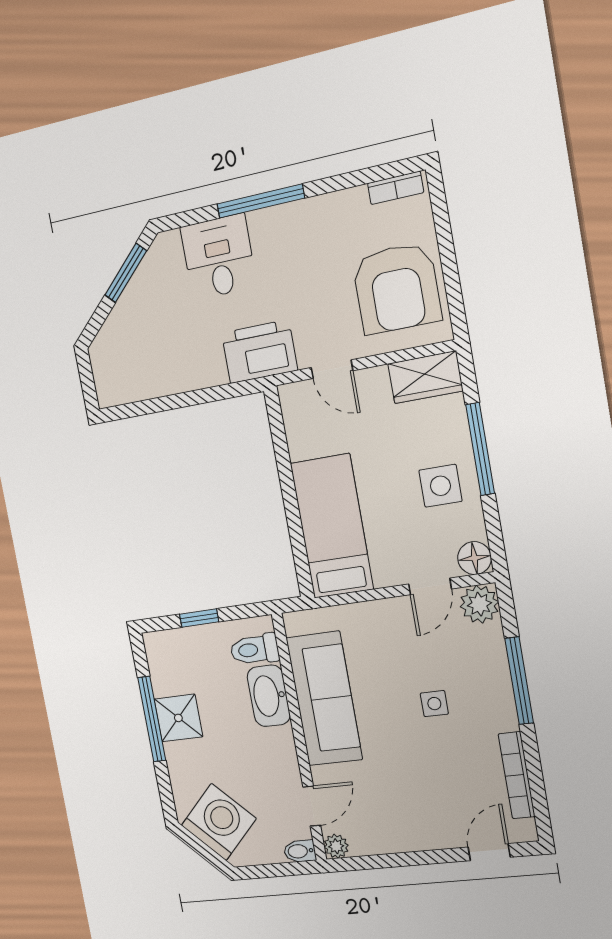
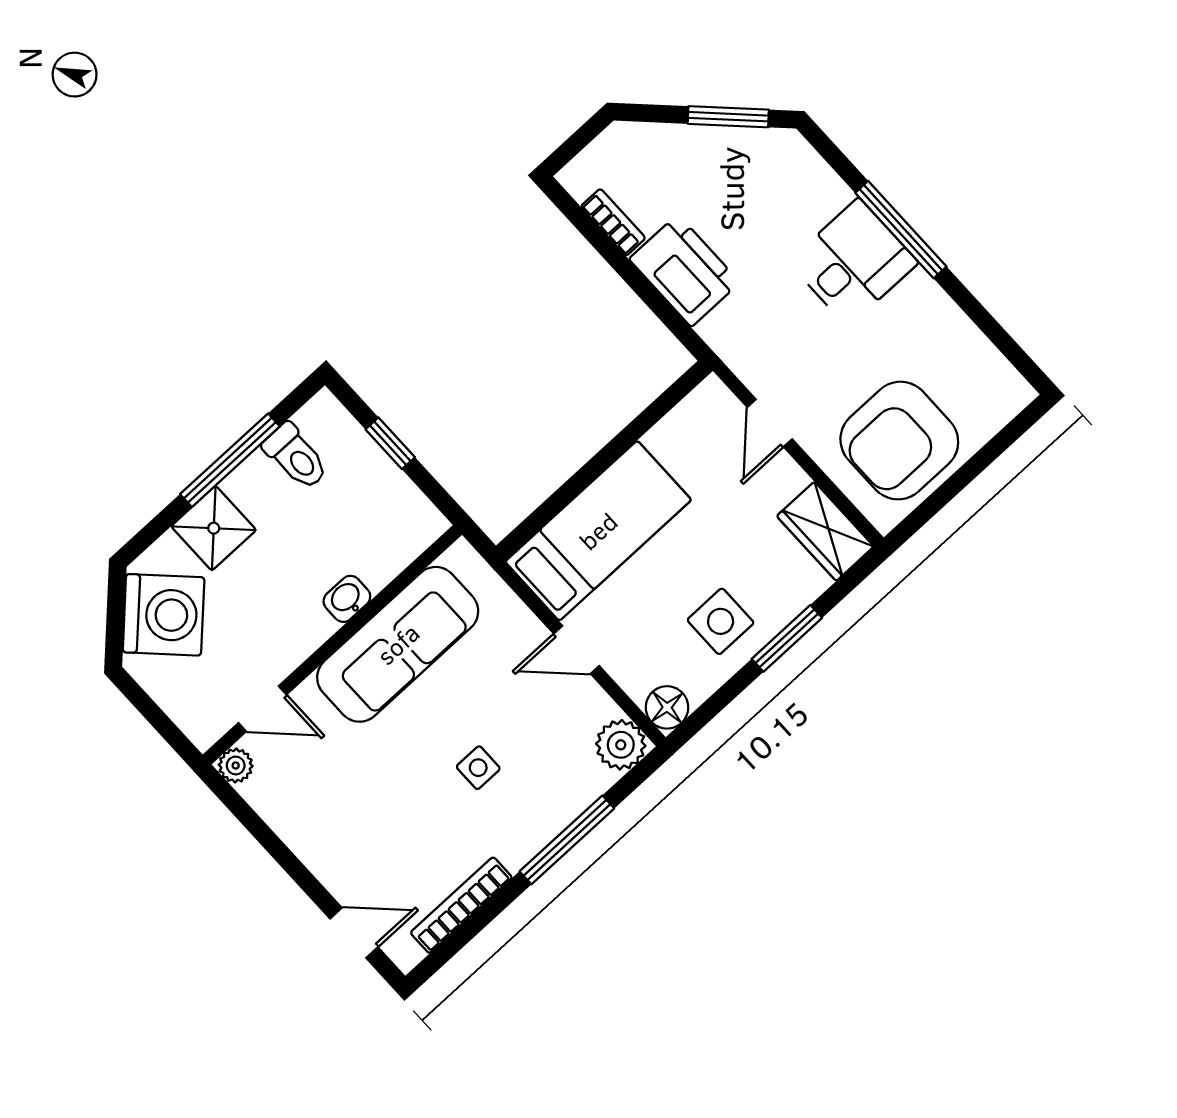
bookcase: (396, 188) -> (613, 222), moved, turned 180
desk: (219, 257) -> (853, 262), moved
printer: (259, 352) -> (684, 271), moved
window: (480, 449) -> (787, 638), width x0.69
door: (430, 586) -> (576, 650), moved
toilet: (255, 649) -> (296, 457), moved, turned 180
washbasin: (269, 696) -> (347, 599), width x0.52, depth x0.69
shower: (178, 718) -> (214, 528), moved
bidet: (300, 851) -> (199, 729), removed

